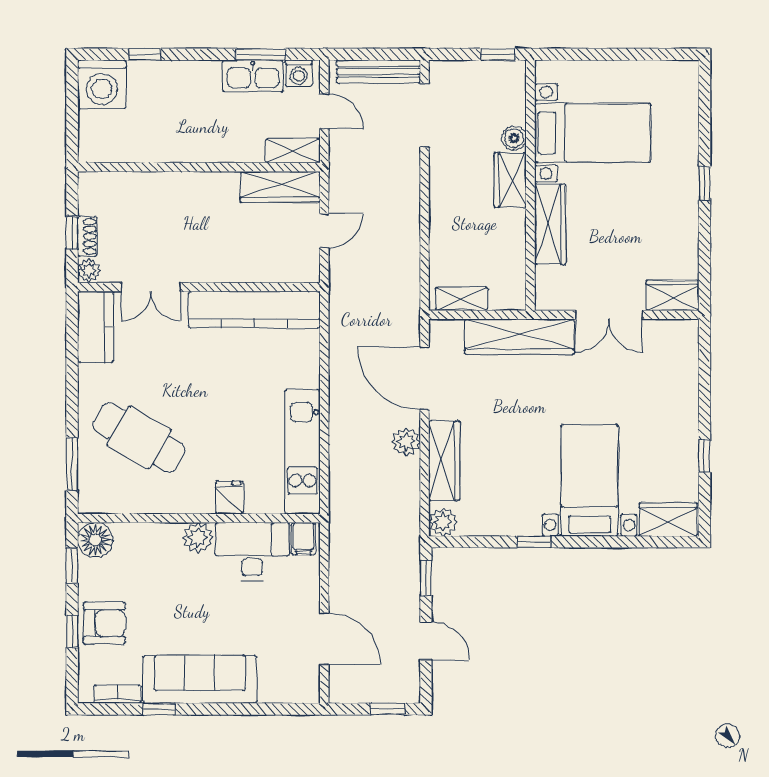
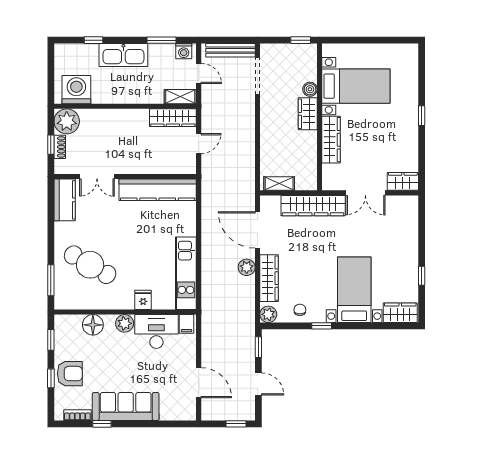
kitchen sink: (253, 76) -> (123, 55), moved, width x1.36, depth x1.24
washing machine: (102, 84) -> (76, 90), moved, turned 180
plant: (89, 270) -> (67, 121), moved, width x1.88, depth x1.88
chair: (497, 514) -> (300, 310), added
floor lamp: (95, 540) -> (93, 325), moved

